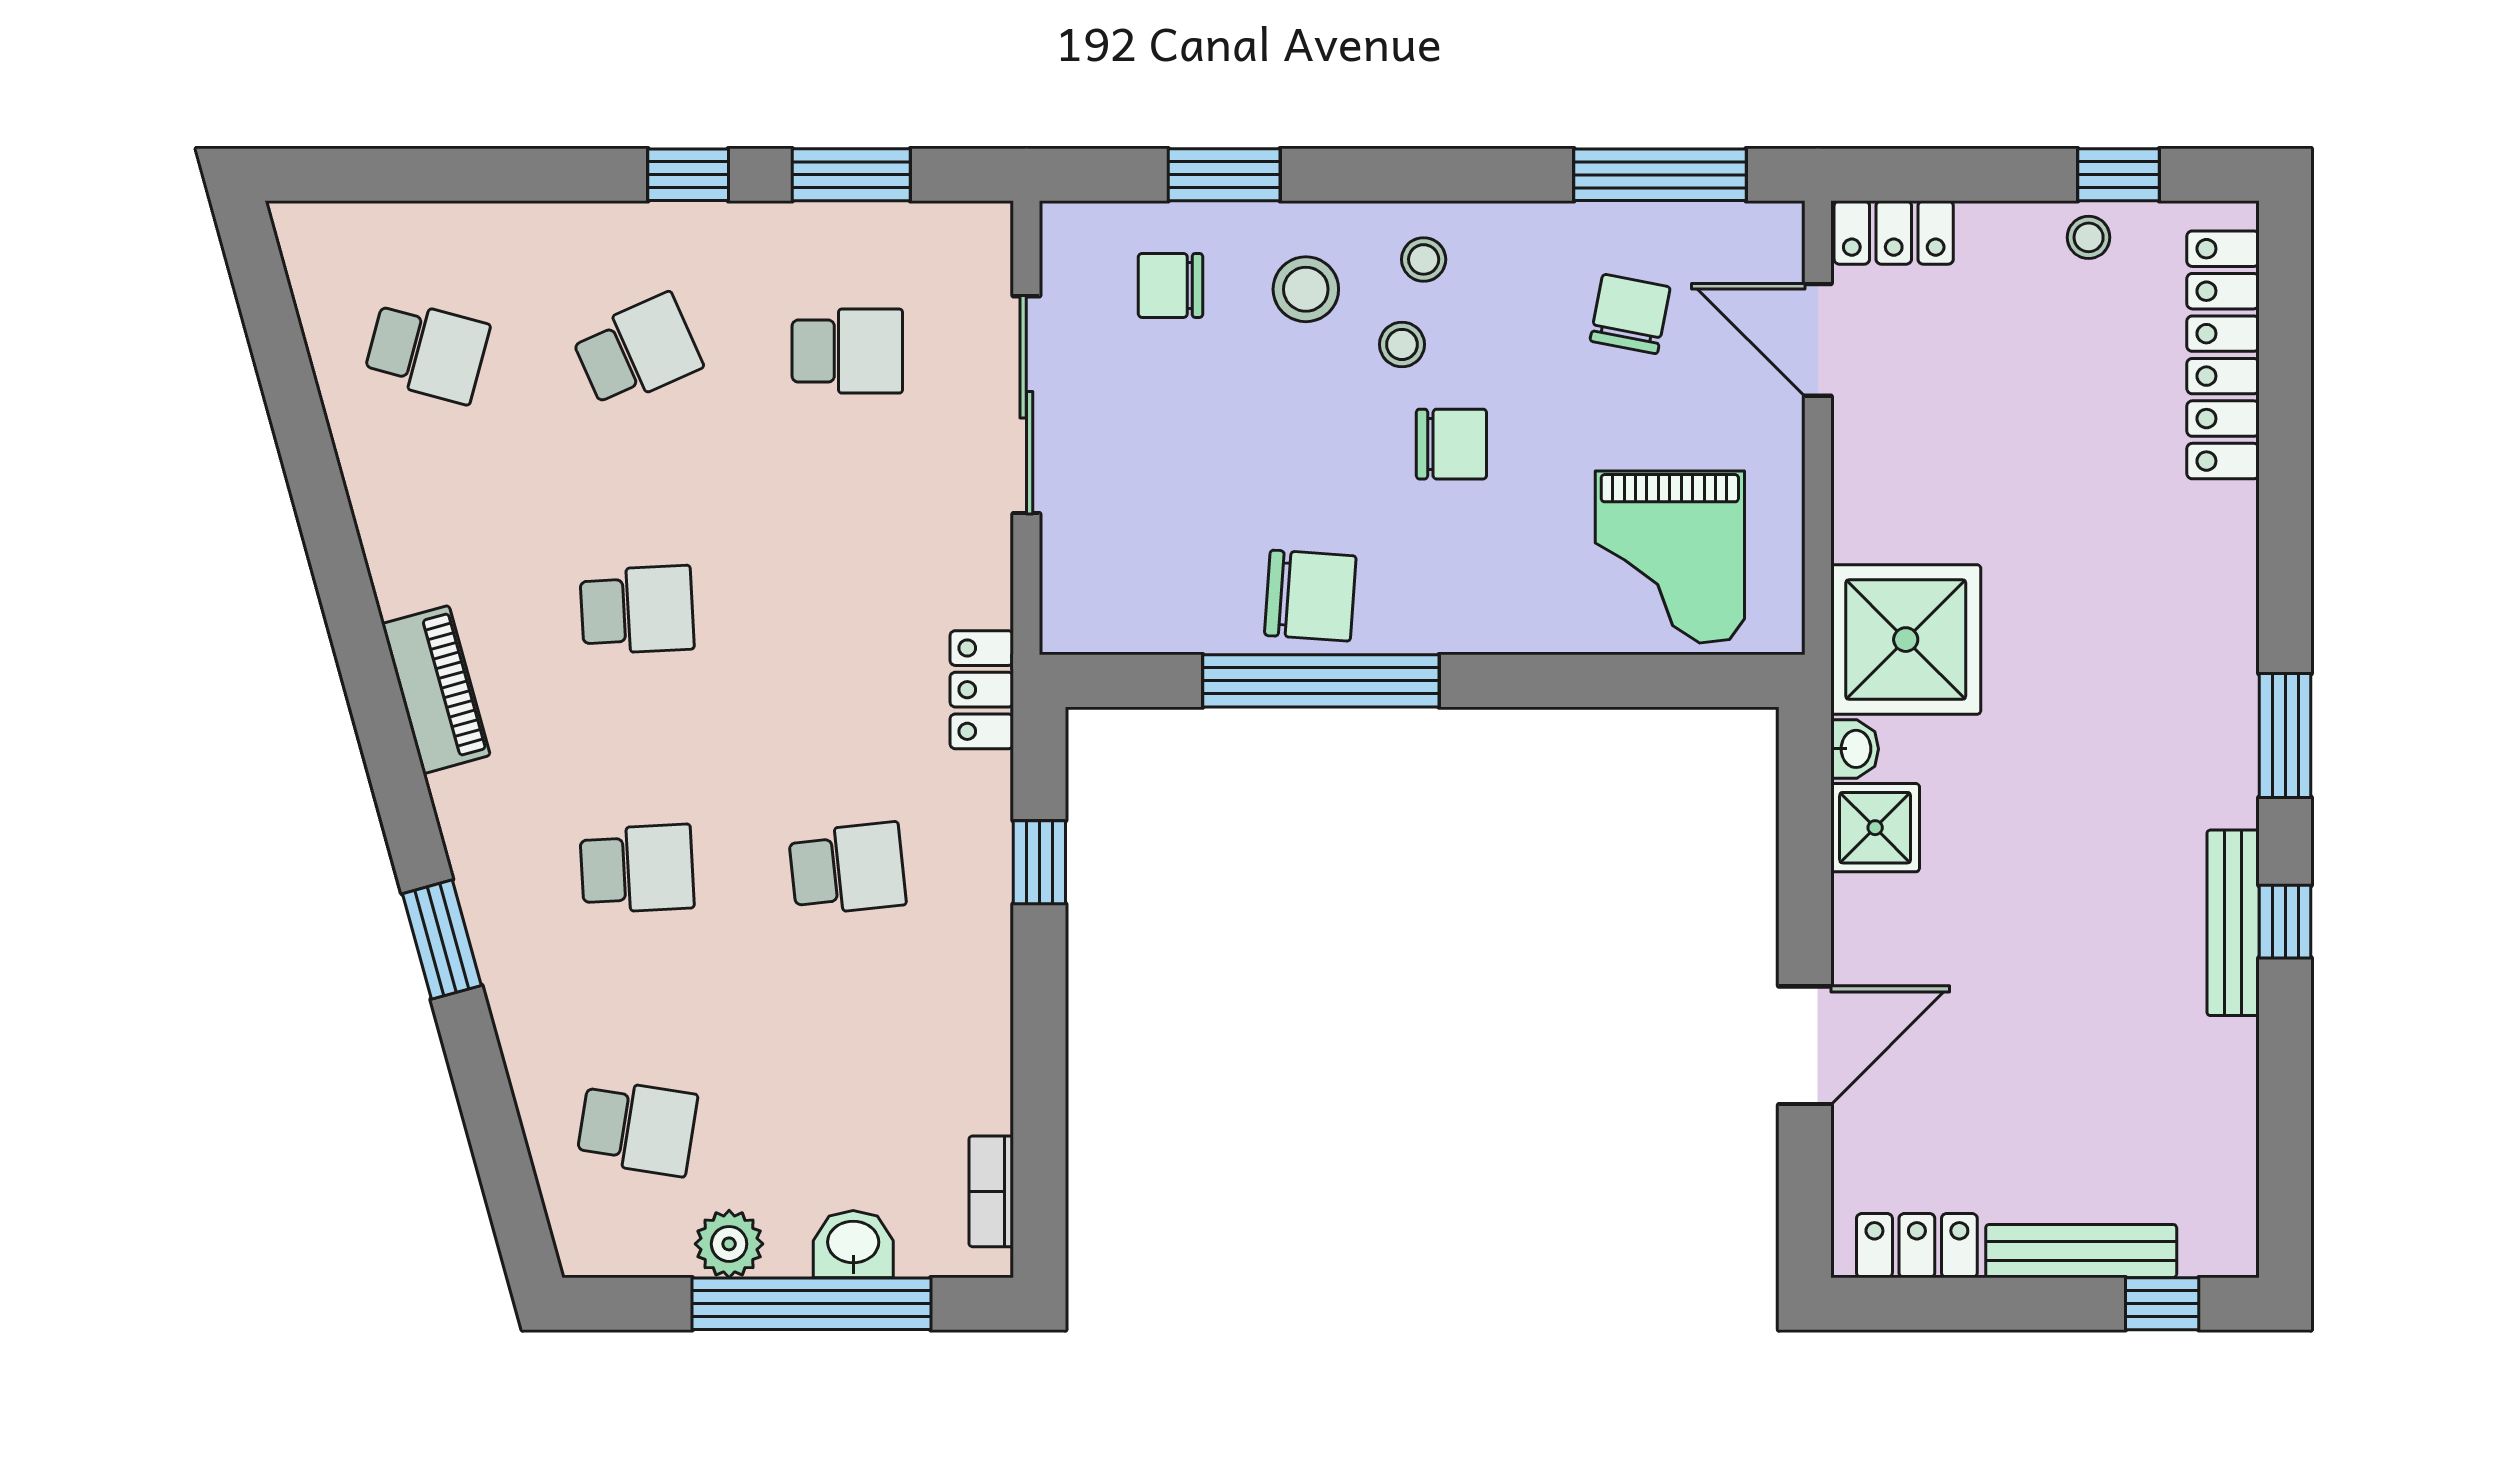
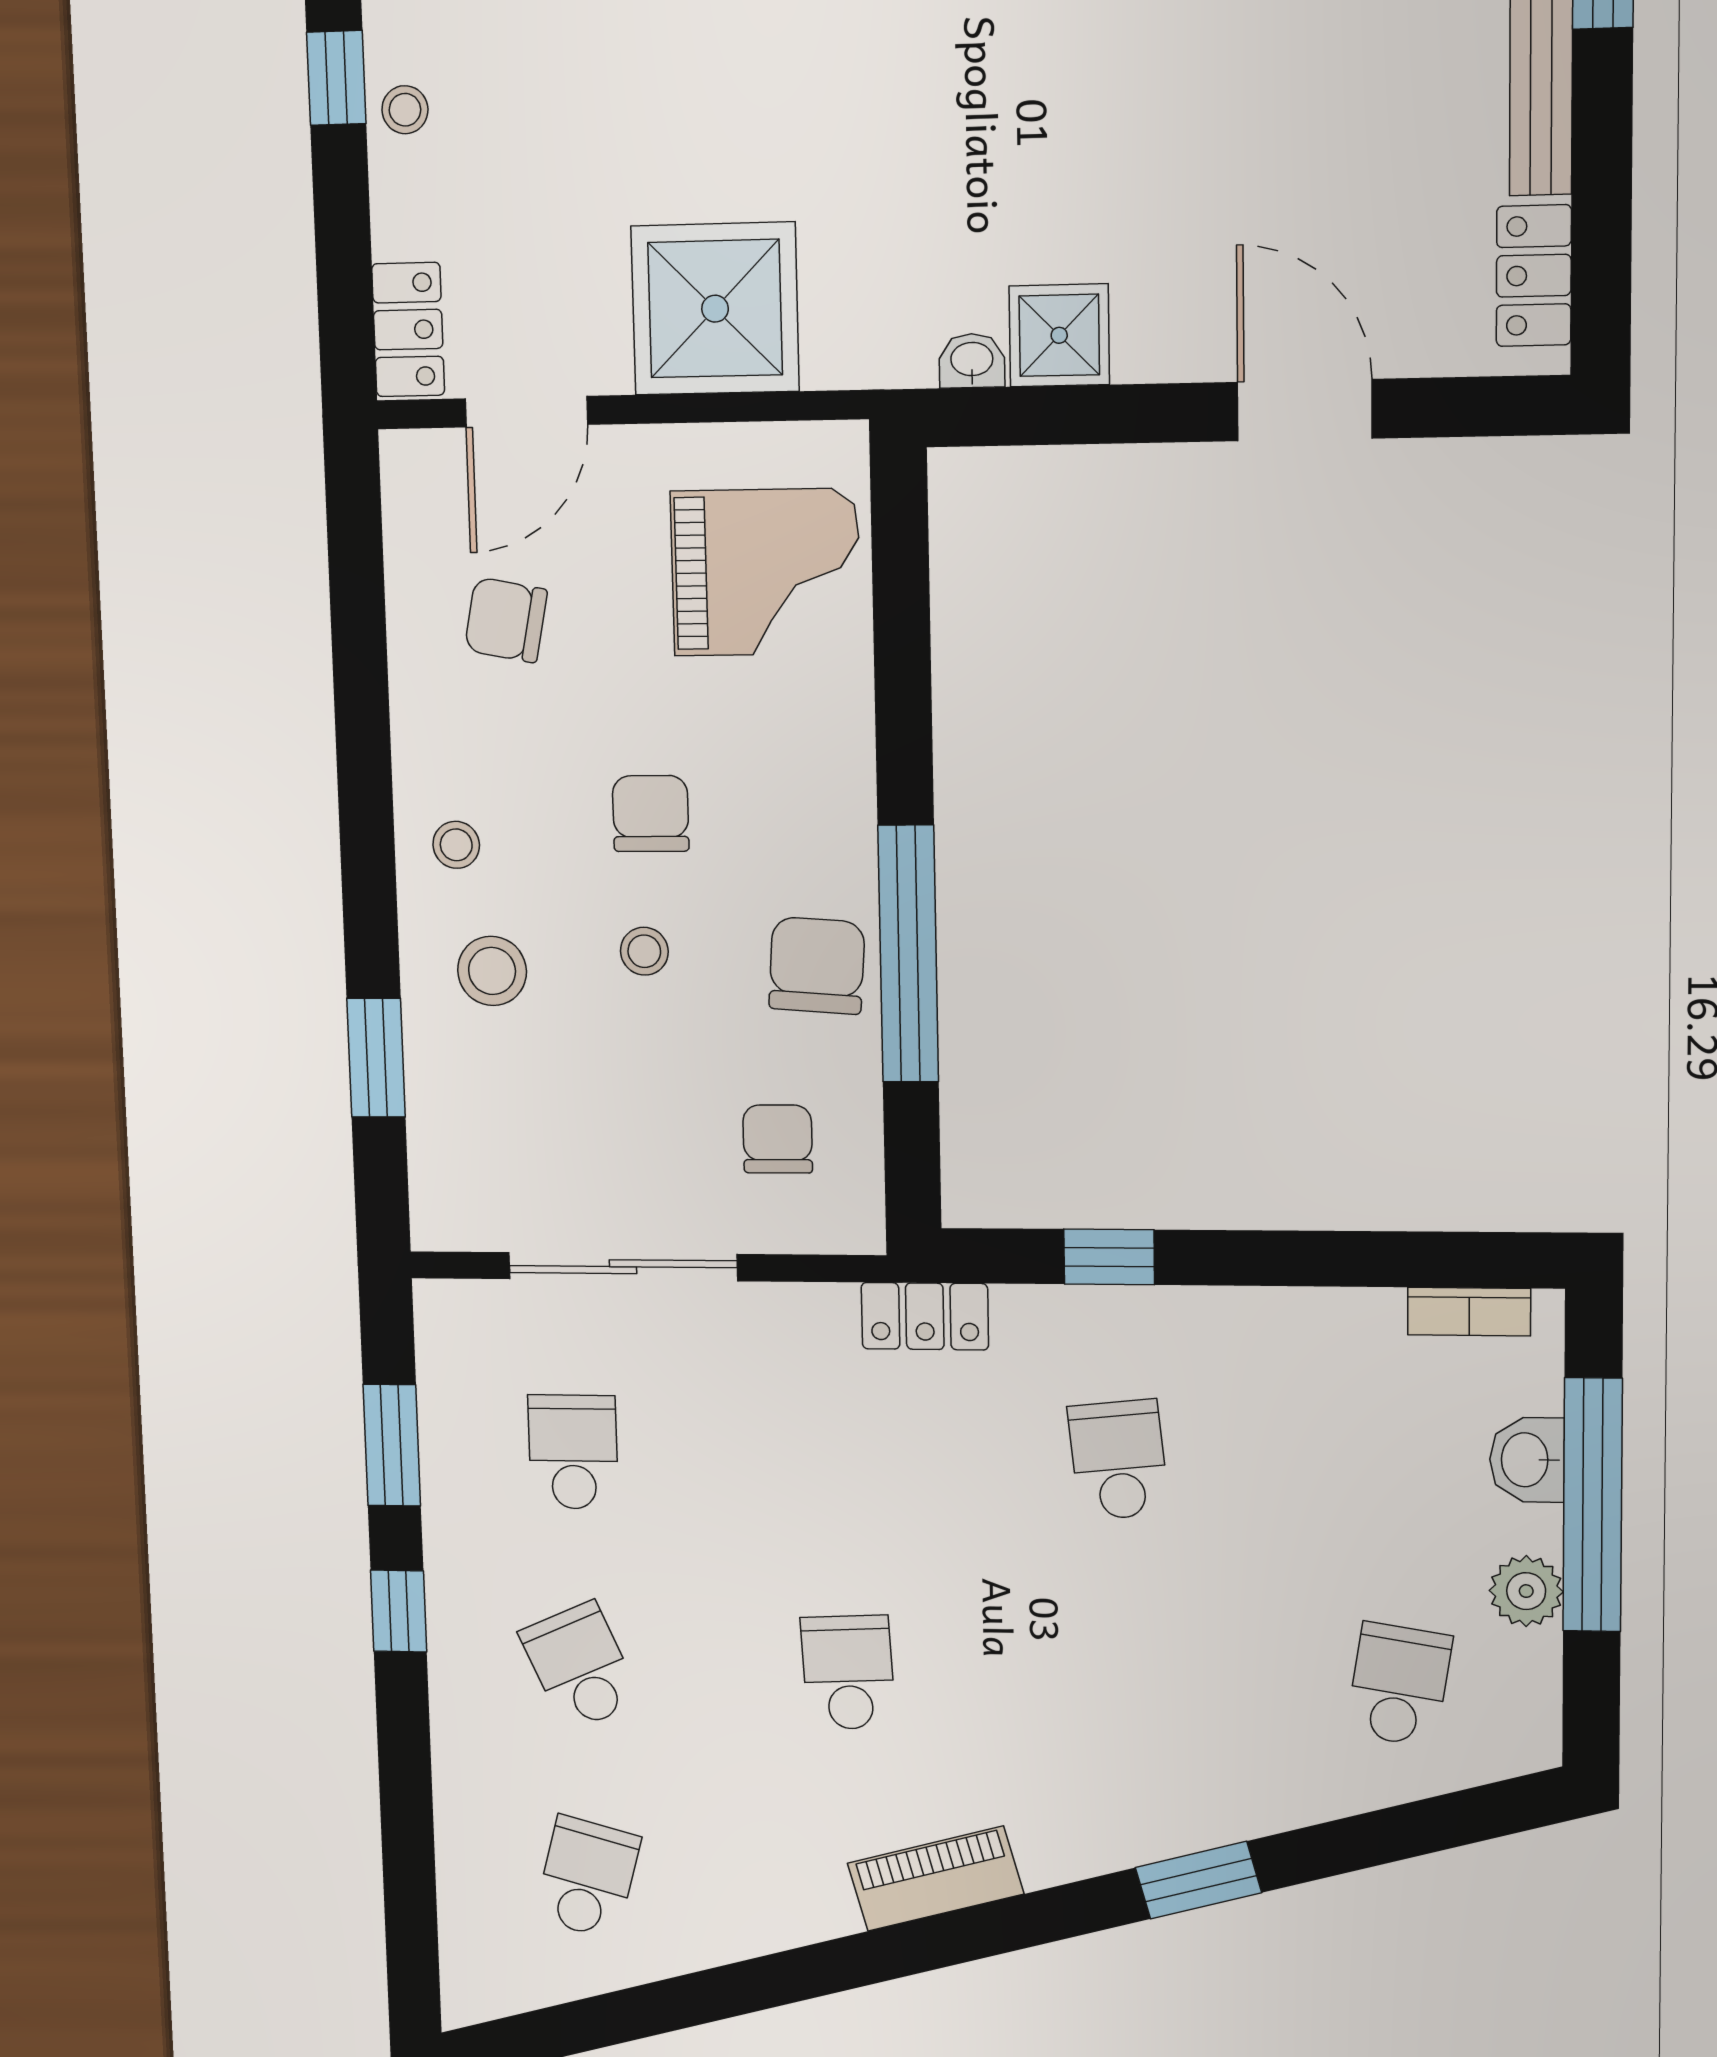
window: (1660, 175) -> (357, 589), removed
chair: (1171, 285) -> (778, 1139), moved, turned 180
stool: (1402, 344) -> (644, 951), moved
shower: (1906, 640) -> (715, 309), moved
school desk: (637, 869) -> (1121, 1679), removed

